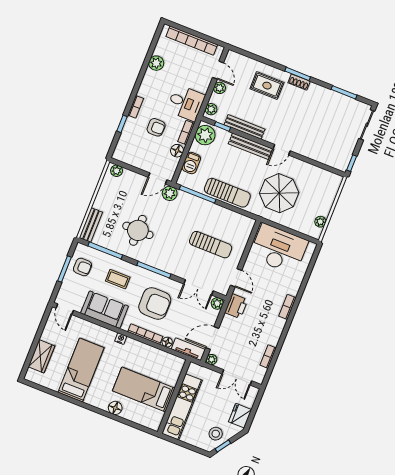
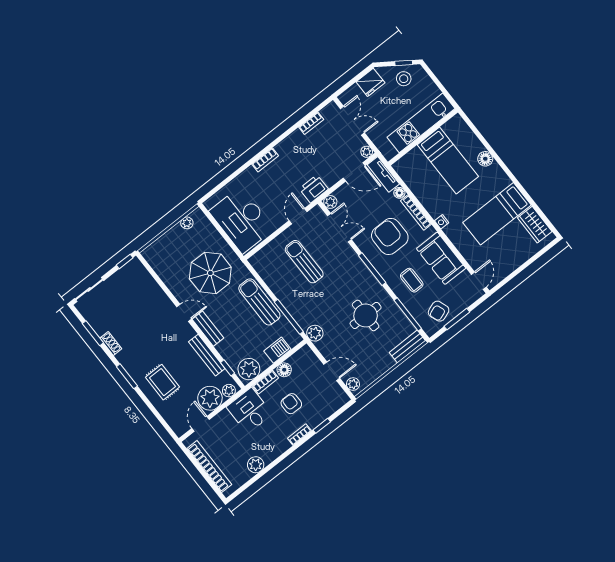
shoe rack: (299, 82) -> (111, 343), moved
plant: (220, 88) -> (210, 398), width x1.87, depth x1.87
bench: (250, 146) -> (208, 329), width x0.73
door: (158, 178) -> (332, 371), moved
armchair: (82, 267) -> (439, 311), turned -110
wardrobe: (41, 356) -> (535, 225), moved, turned -90

